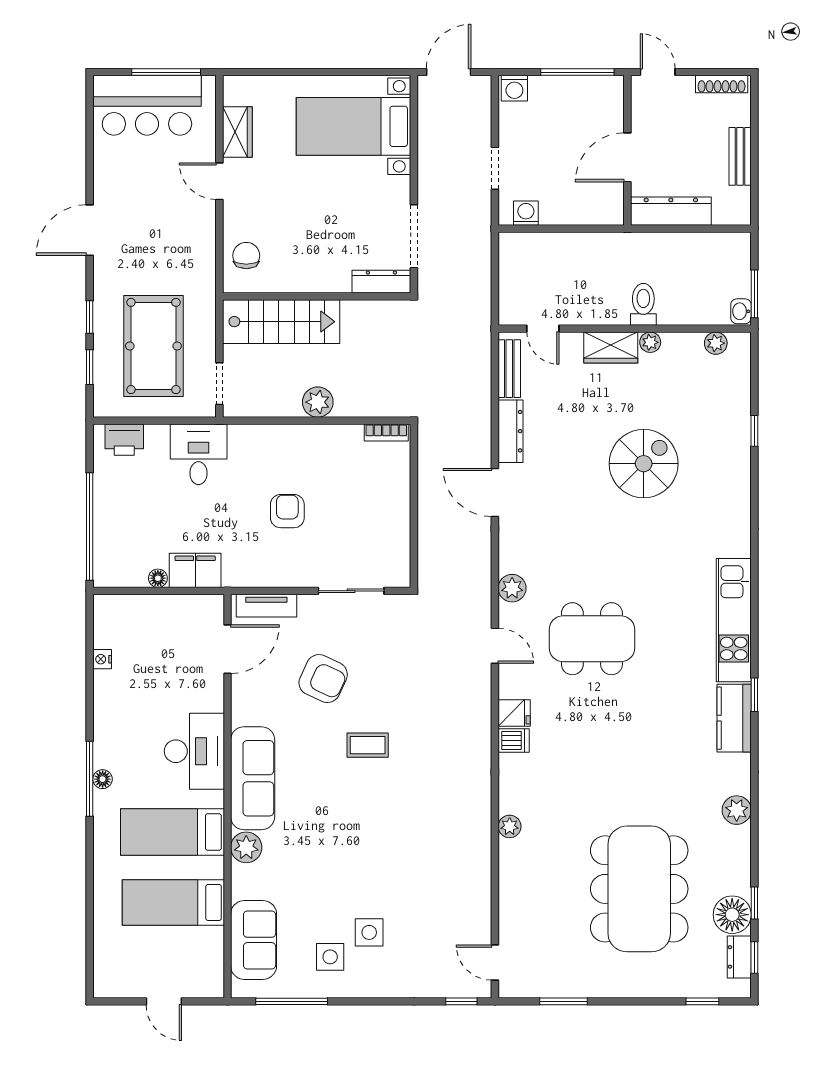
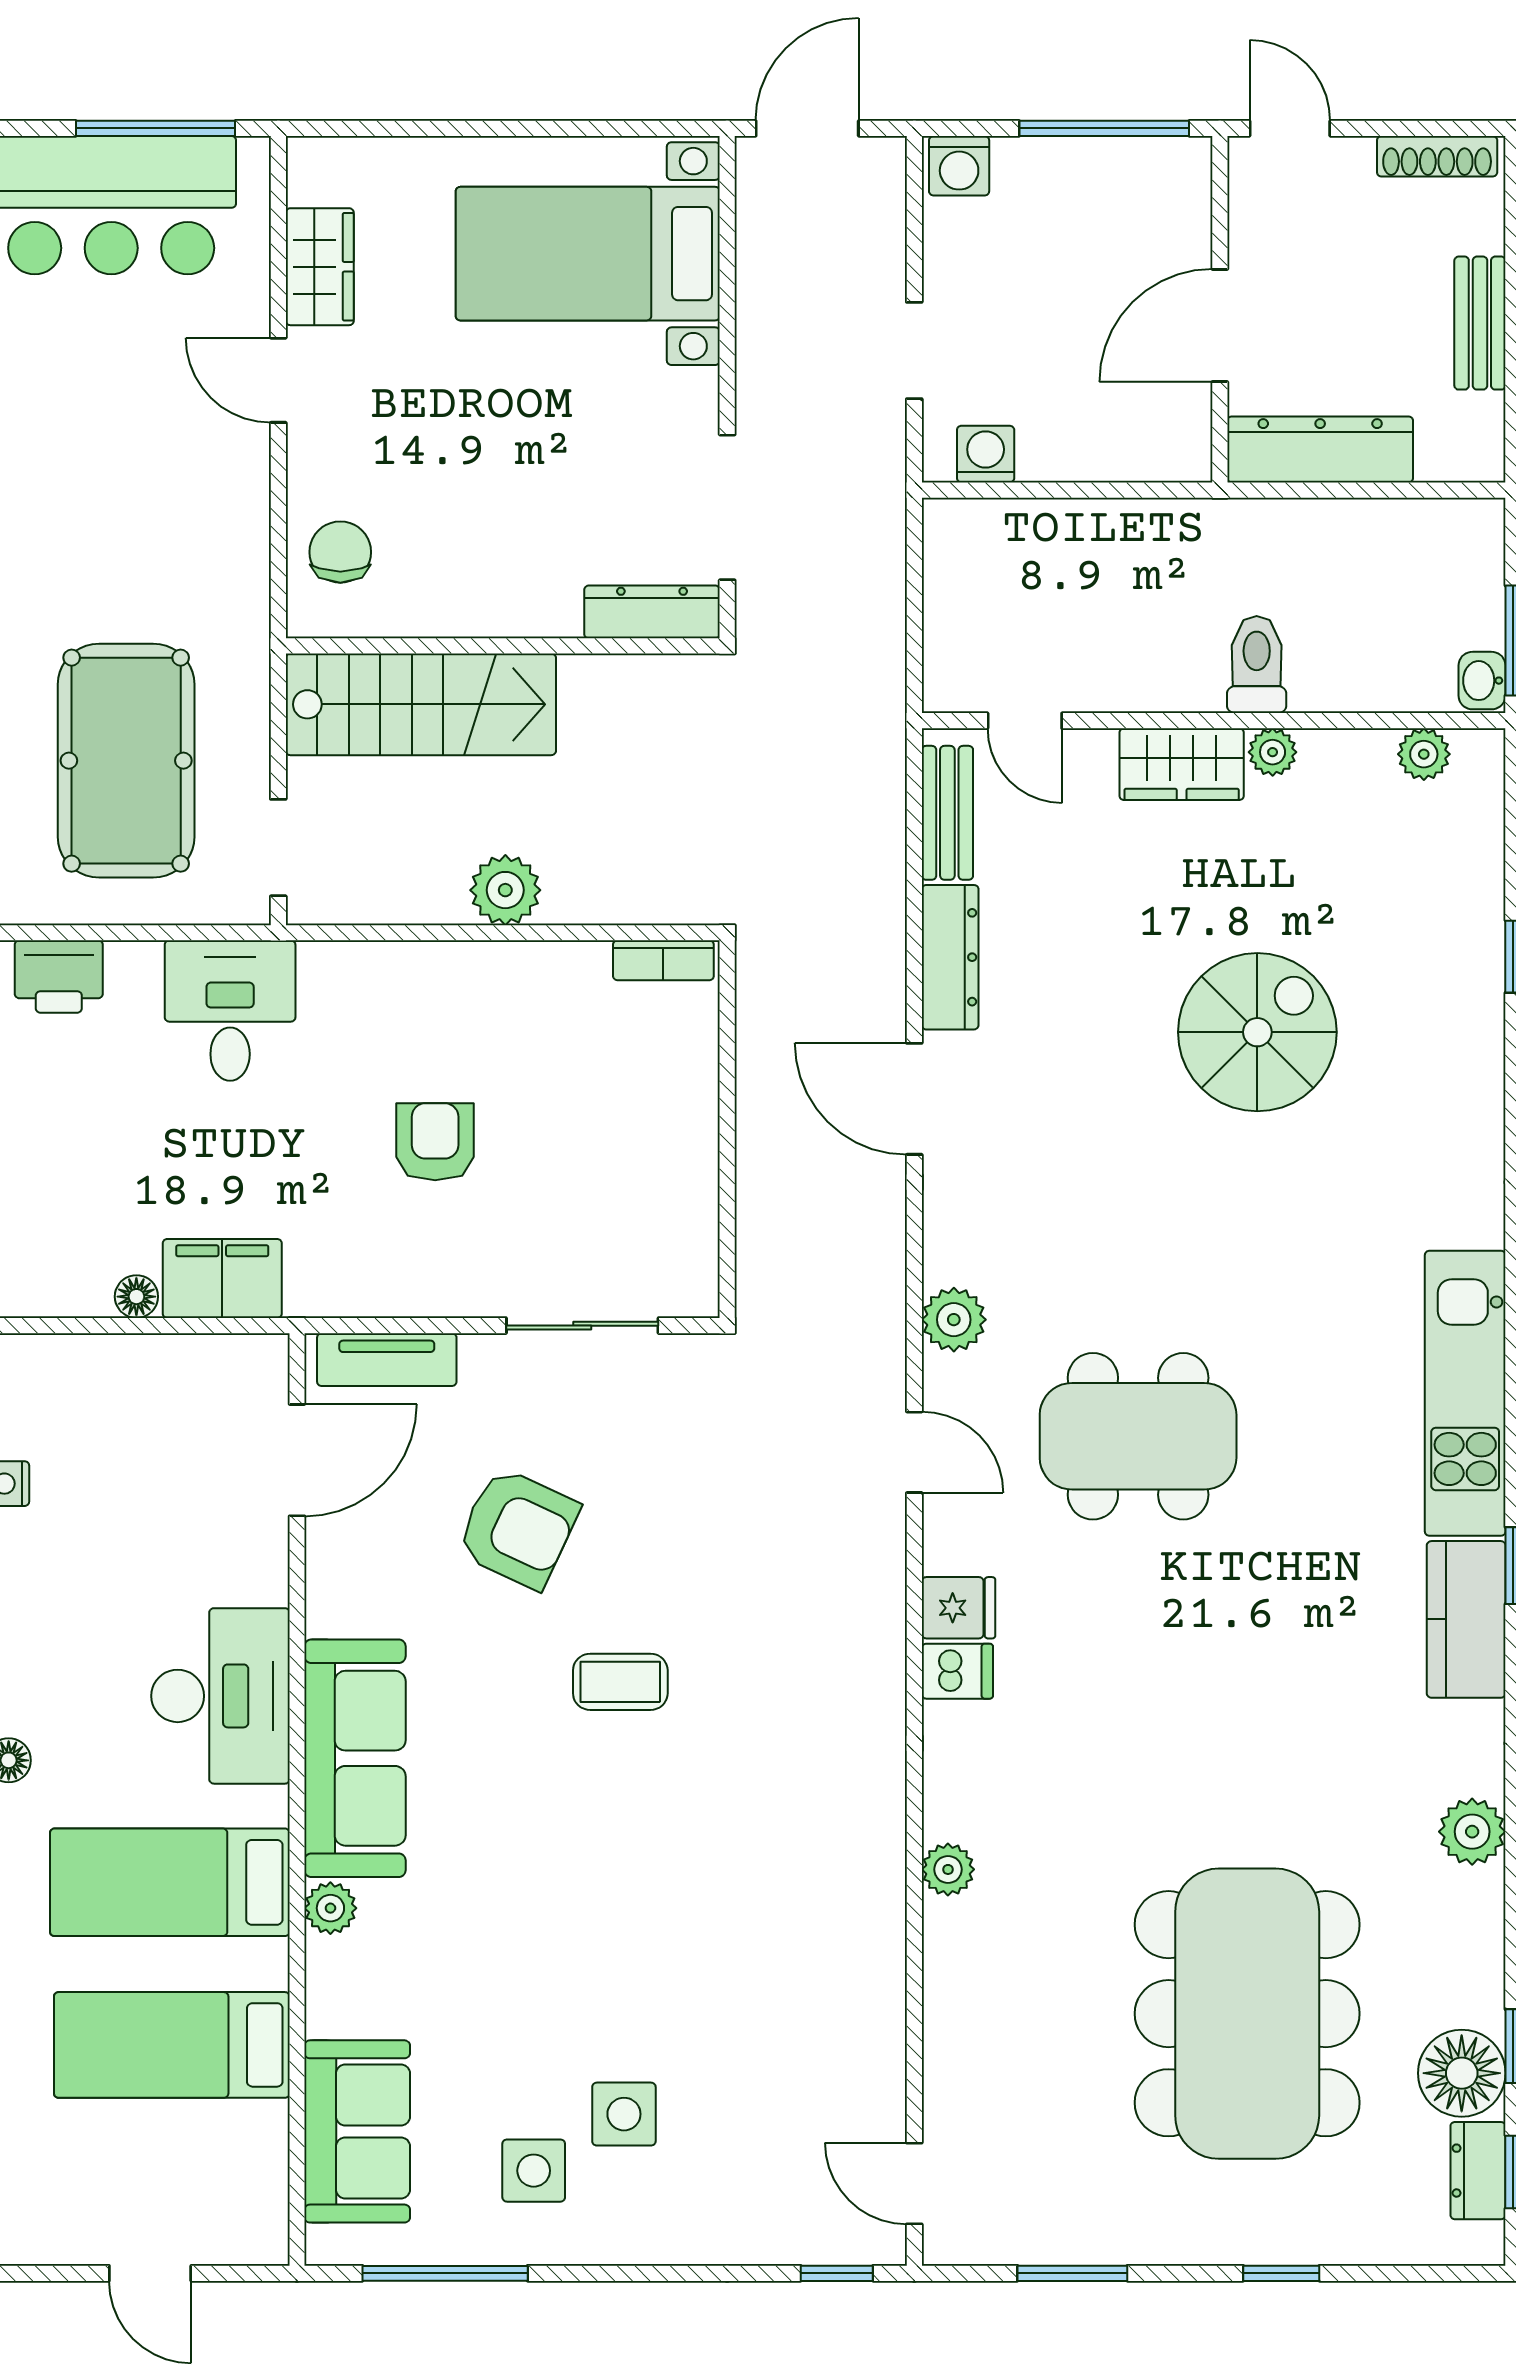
plant: (246, 847) -> (330, 1908), width x0.73, depth x0.73
window: (702, 1001) -> (1281, 2273), moved

